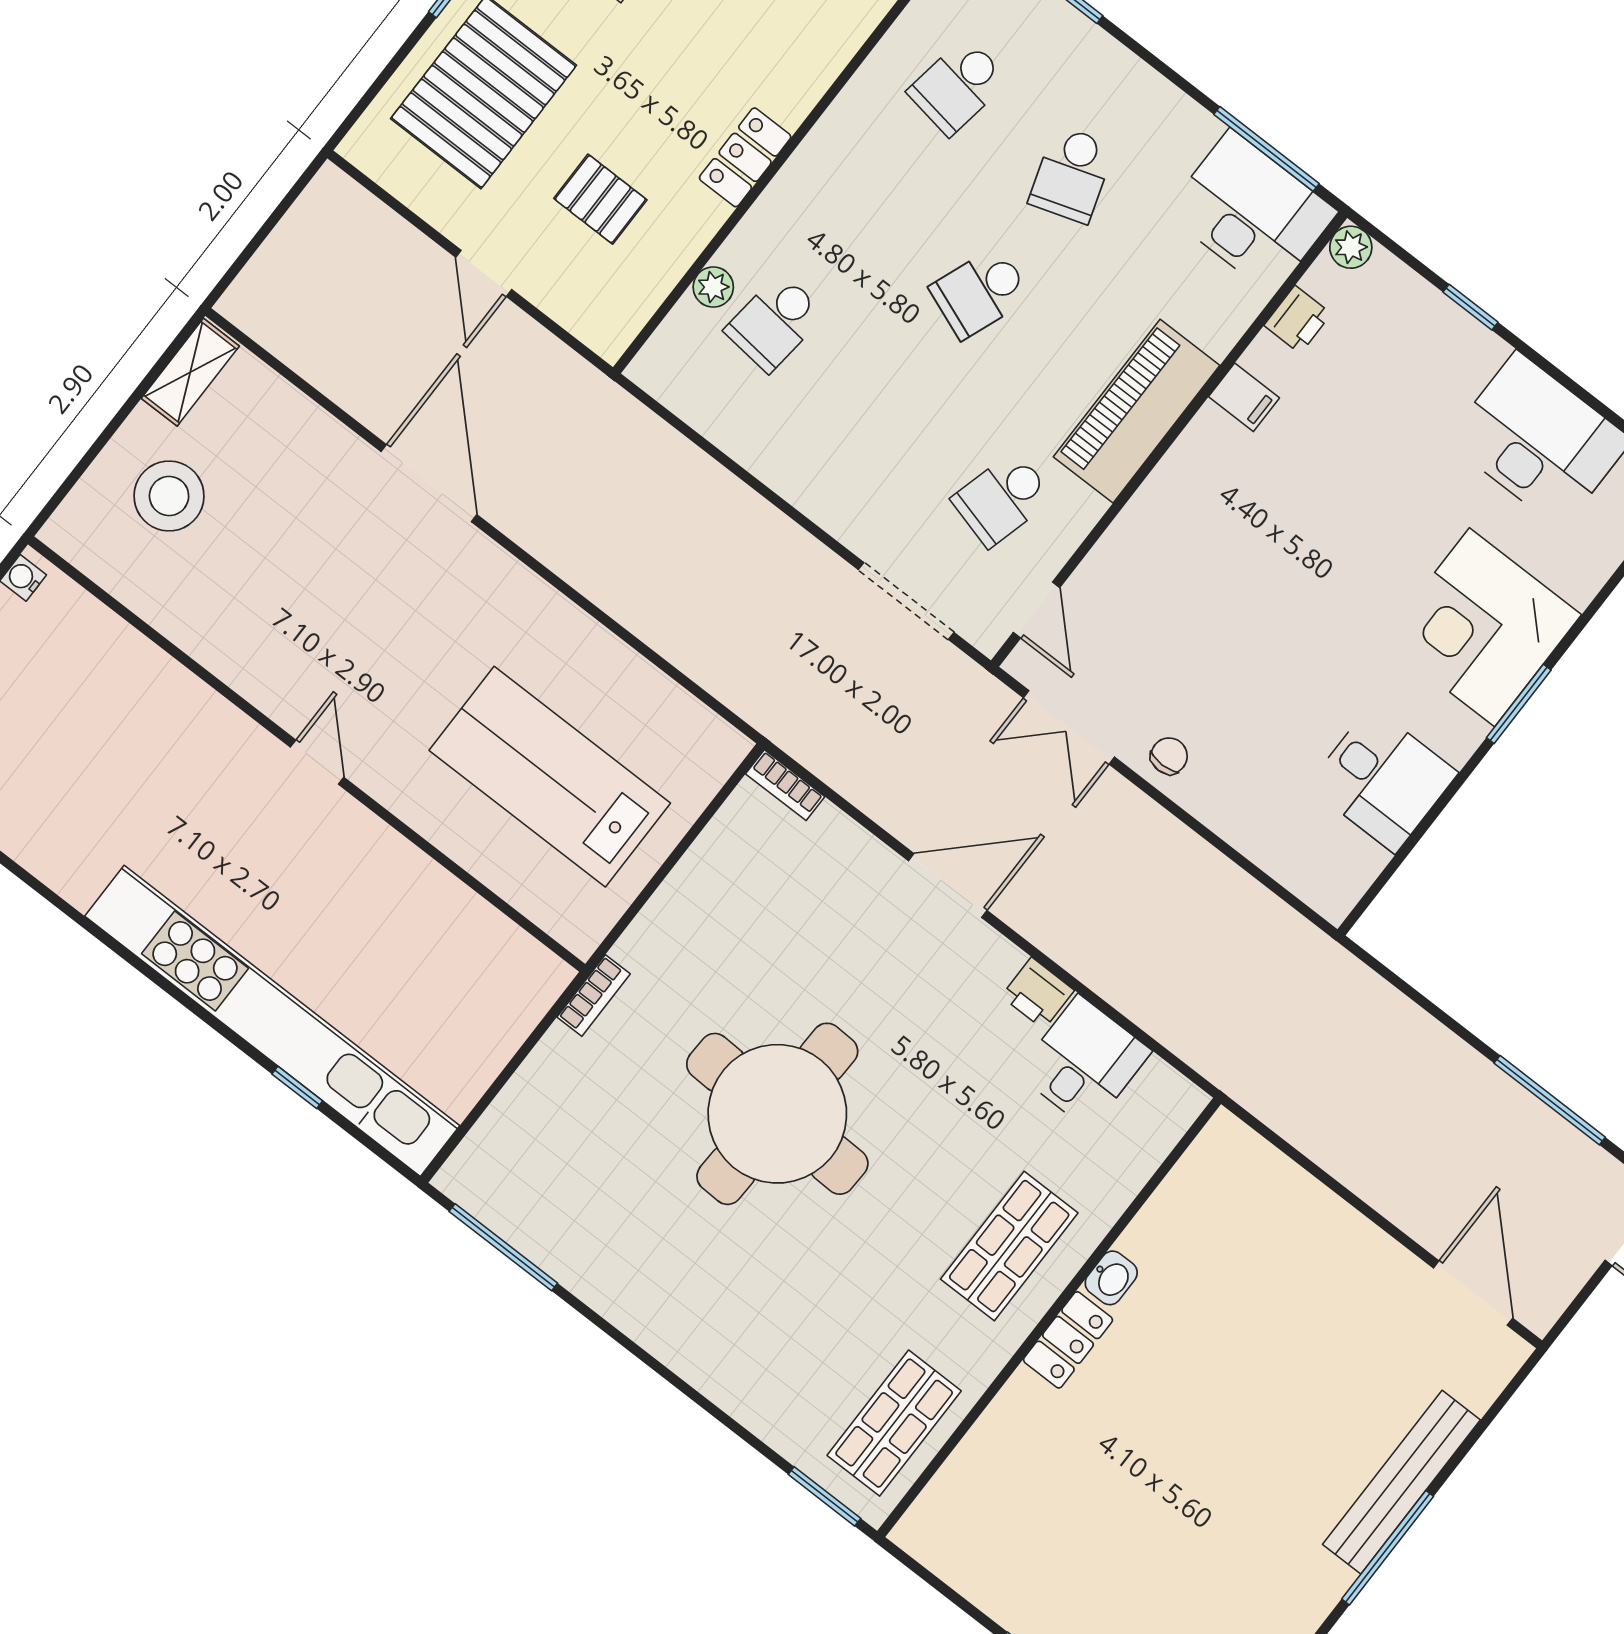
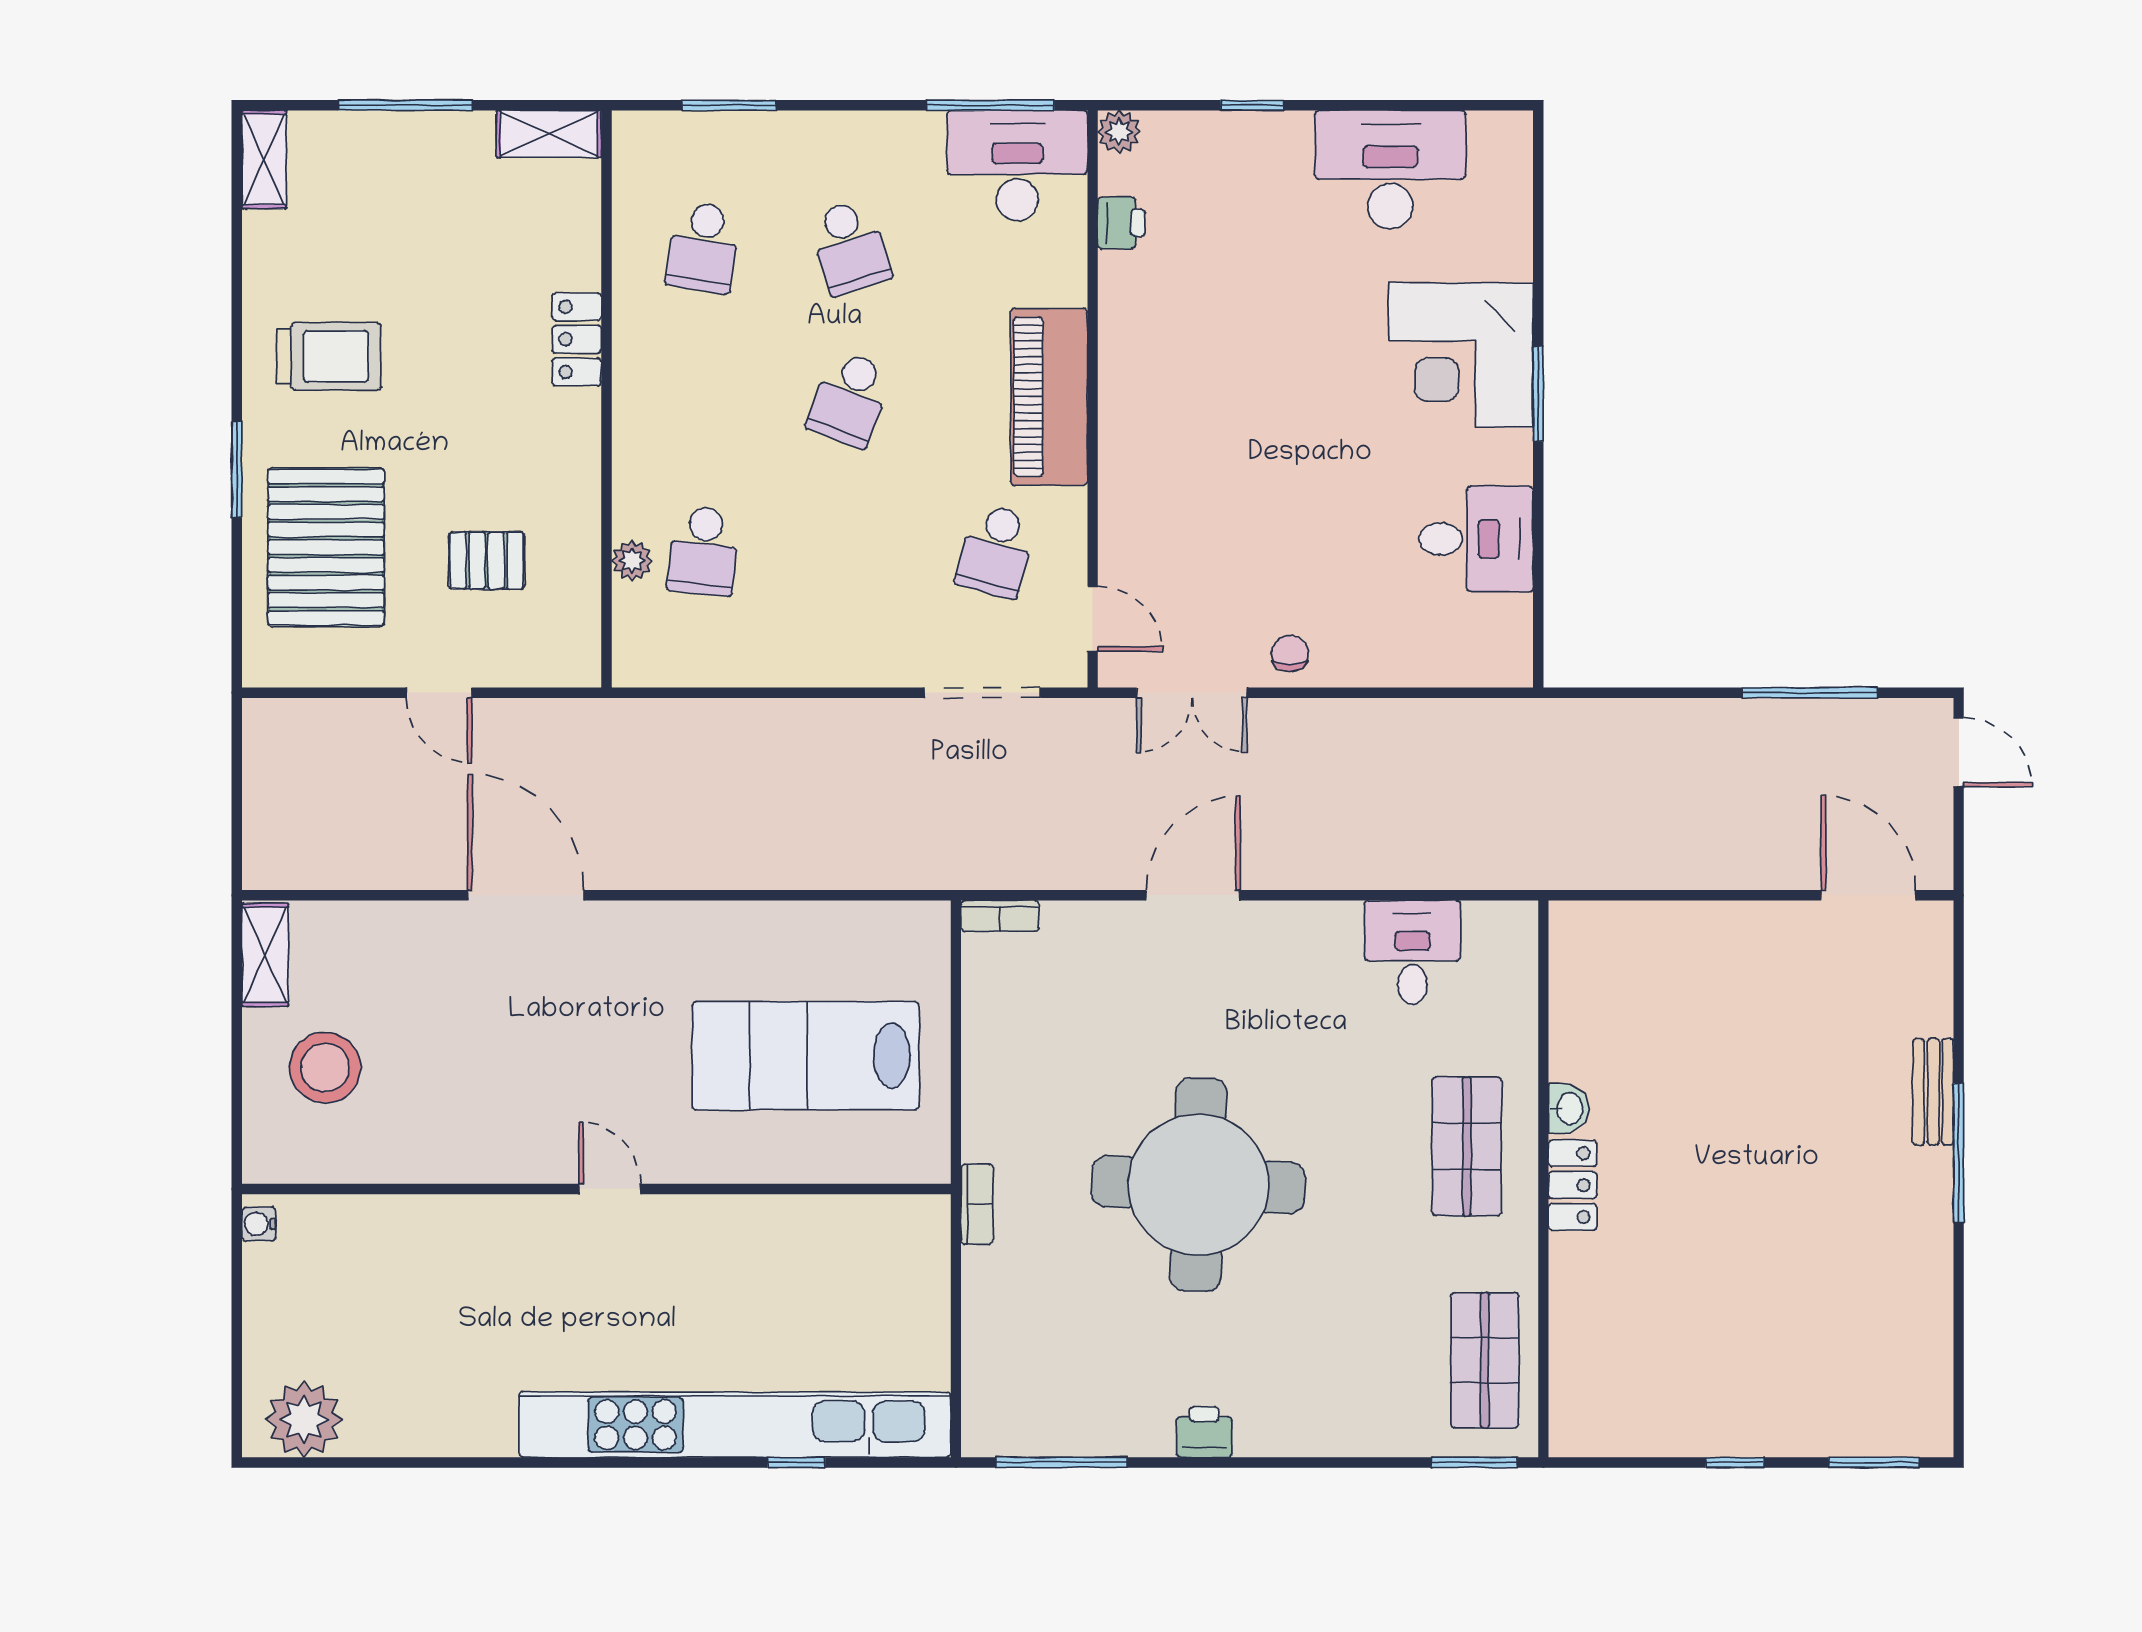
locker: (745, 157) -> (577, 339), moved
filing cabinet: (1244, 397) -> (1127, 319), removed
printer: (1038, 993) -> (1204, 1432), moved, turned 180
bench: (1401, 1482) -> (1933, 1092), width x0.54, depth x0.82

